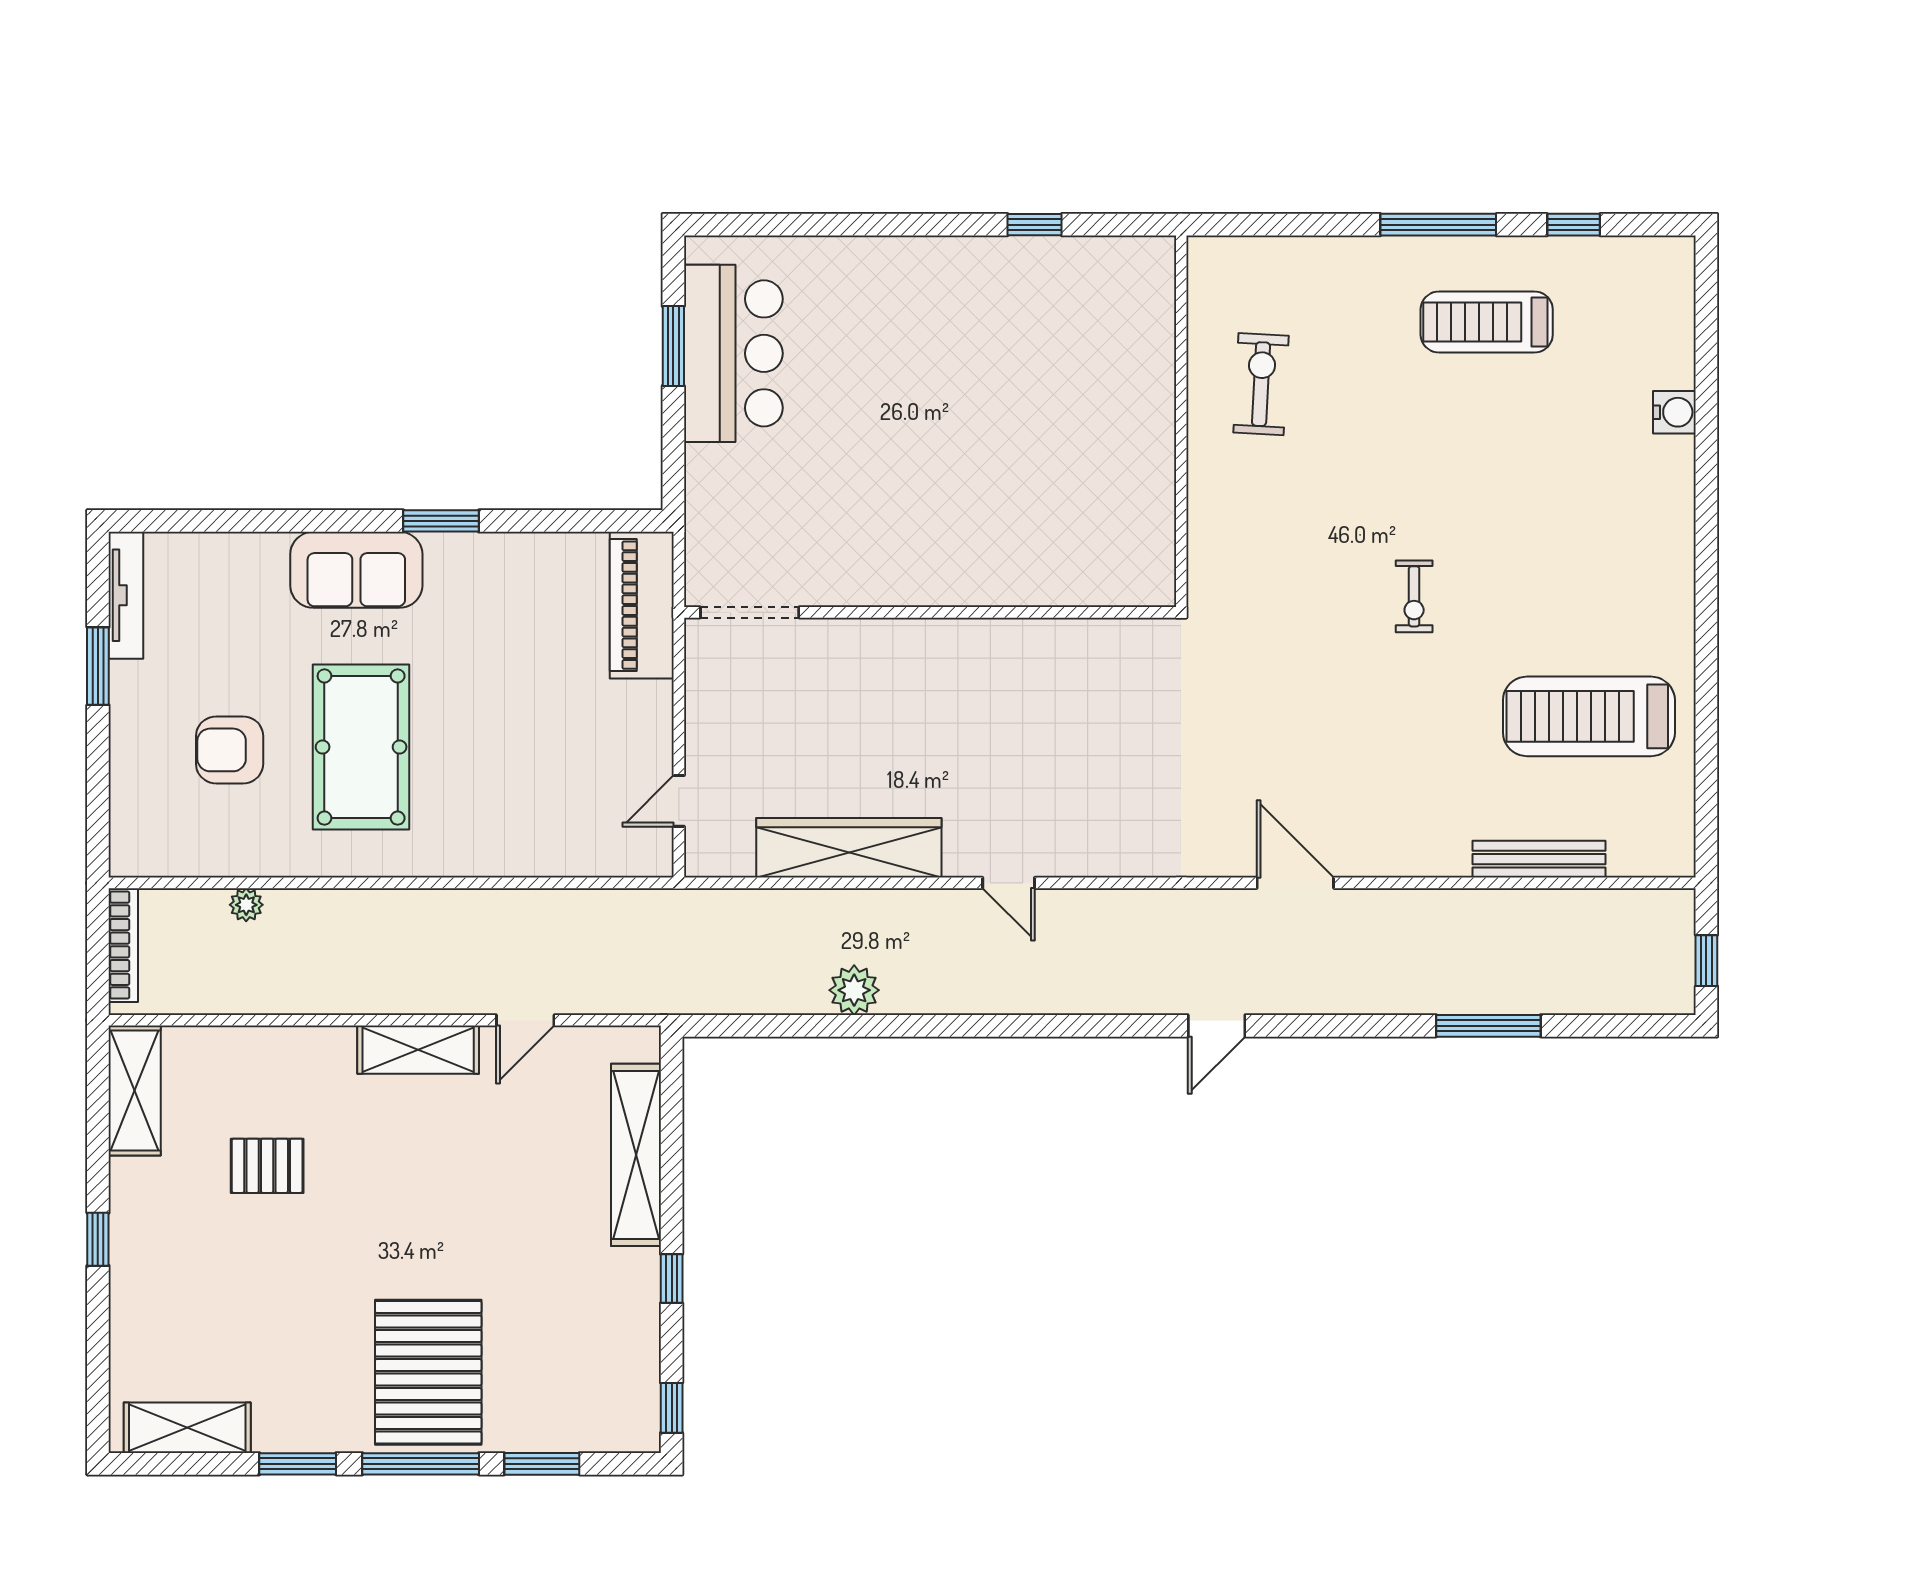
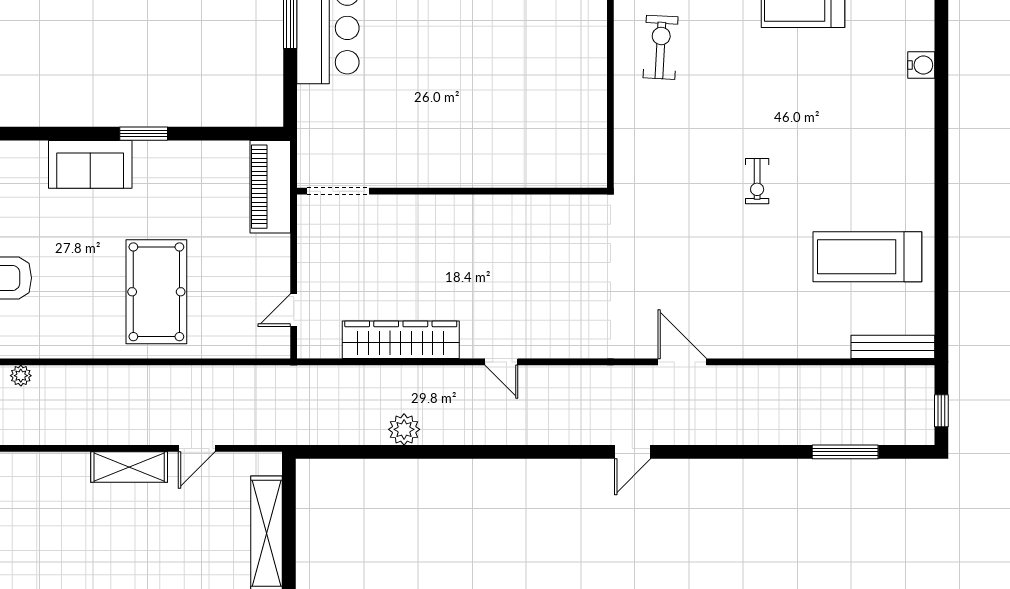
pool table: (361, 747) -> (156, 292), moved
bench: (1539, 859) -> (893, 347), moved
window: (1488, 1026) -> (845, 452), moved
pallet: (267, 1166) -> (34, 540), removed

